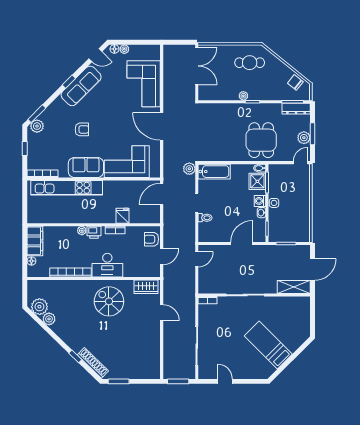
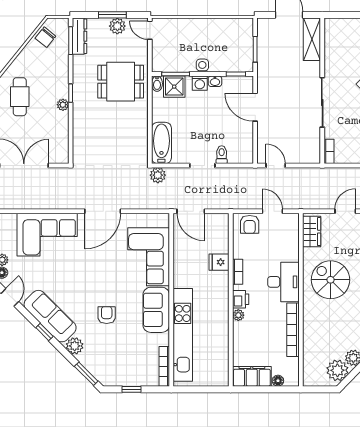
plant: (37, 126) -> (75, 346), moved
spiral stairs: (109, 301) -> (331, 280), turned 90

